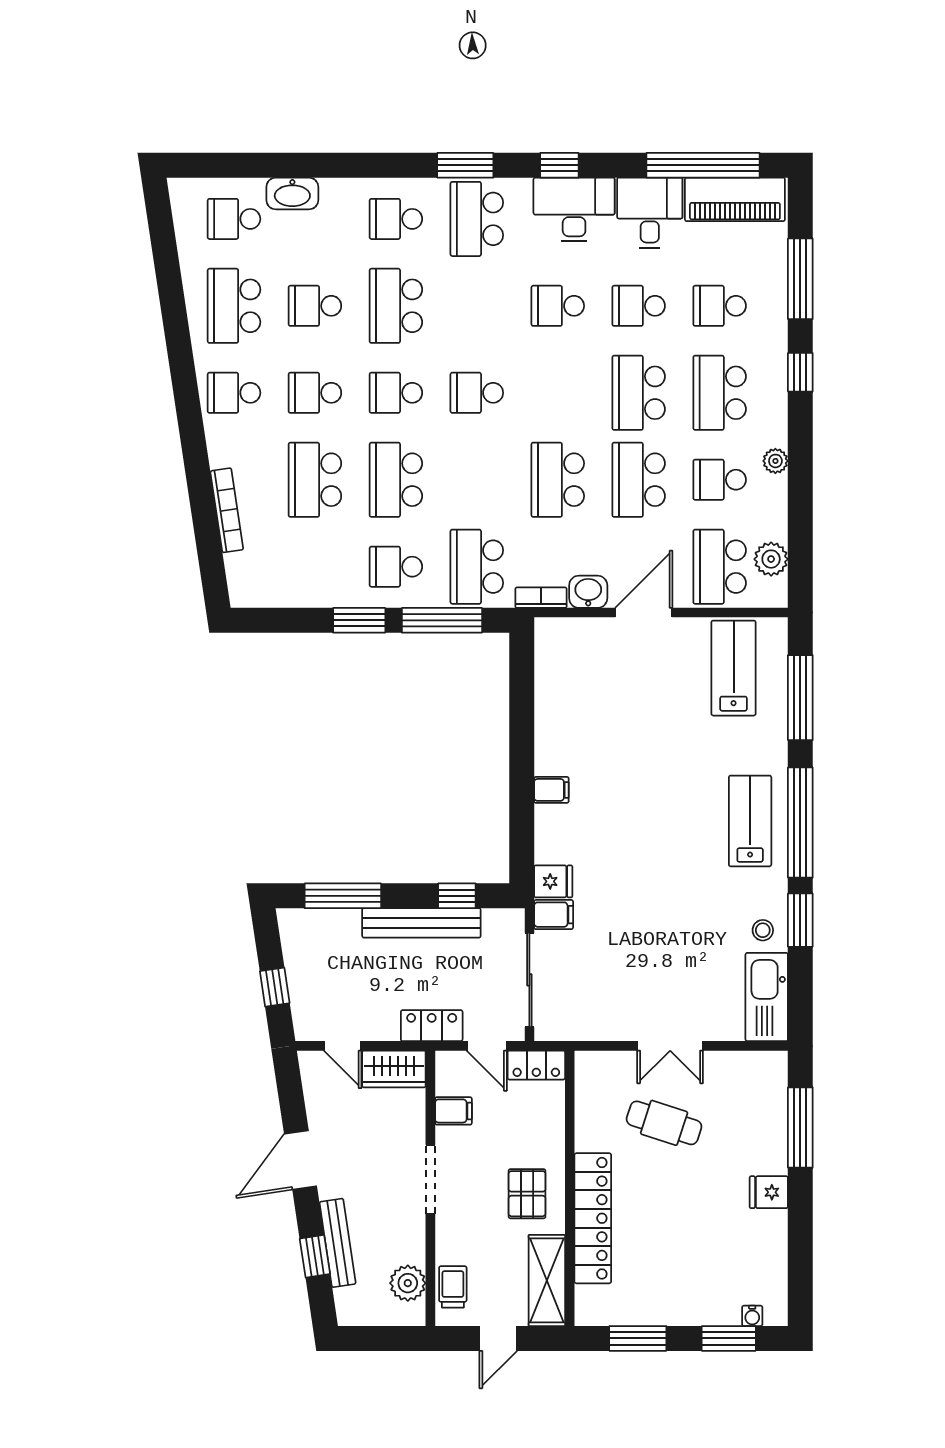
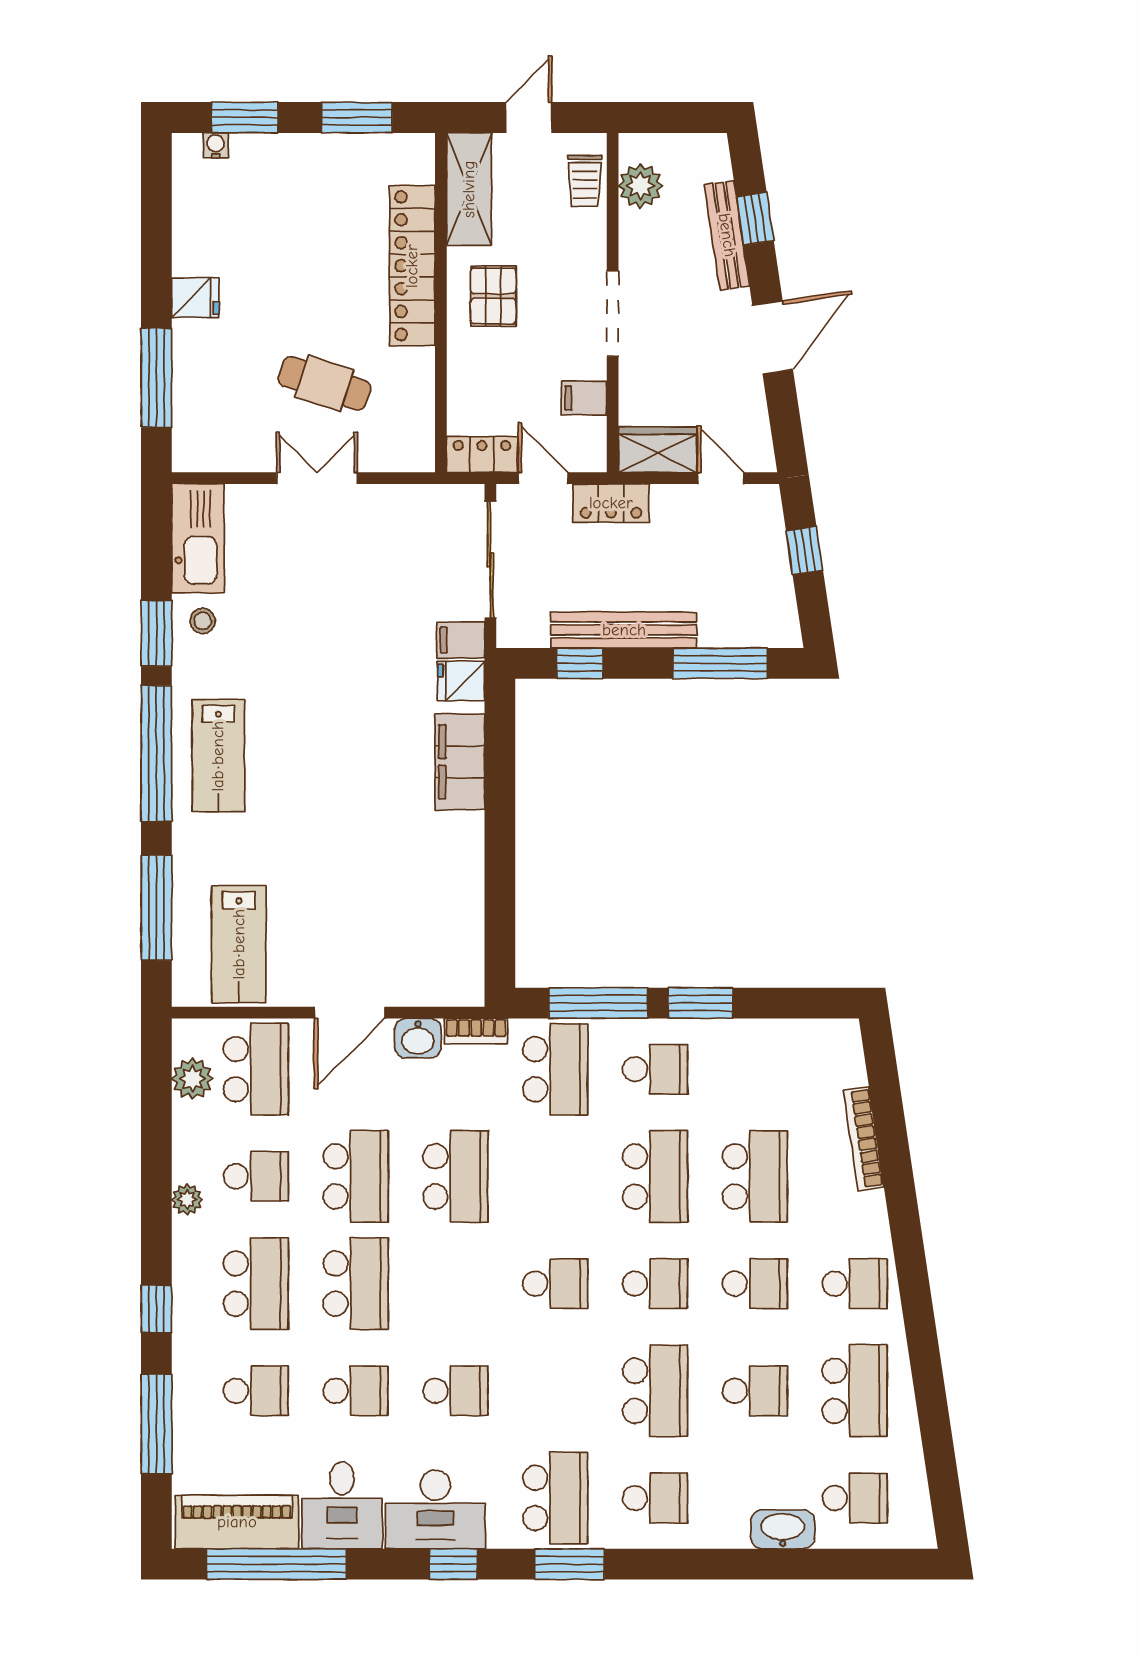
filing cabinet: (551, 790) -> (460, 762), width x3.00, depth x1.17

